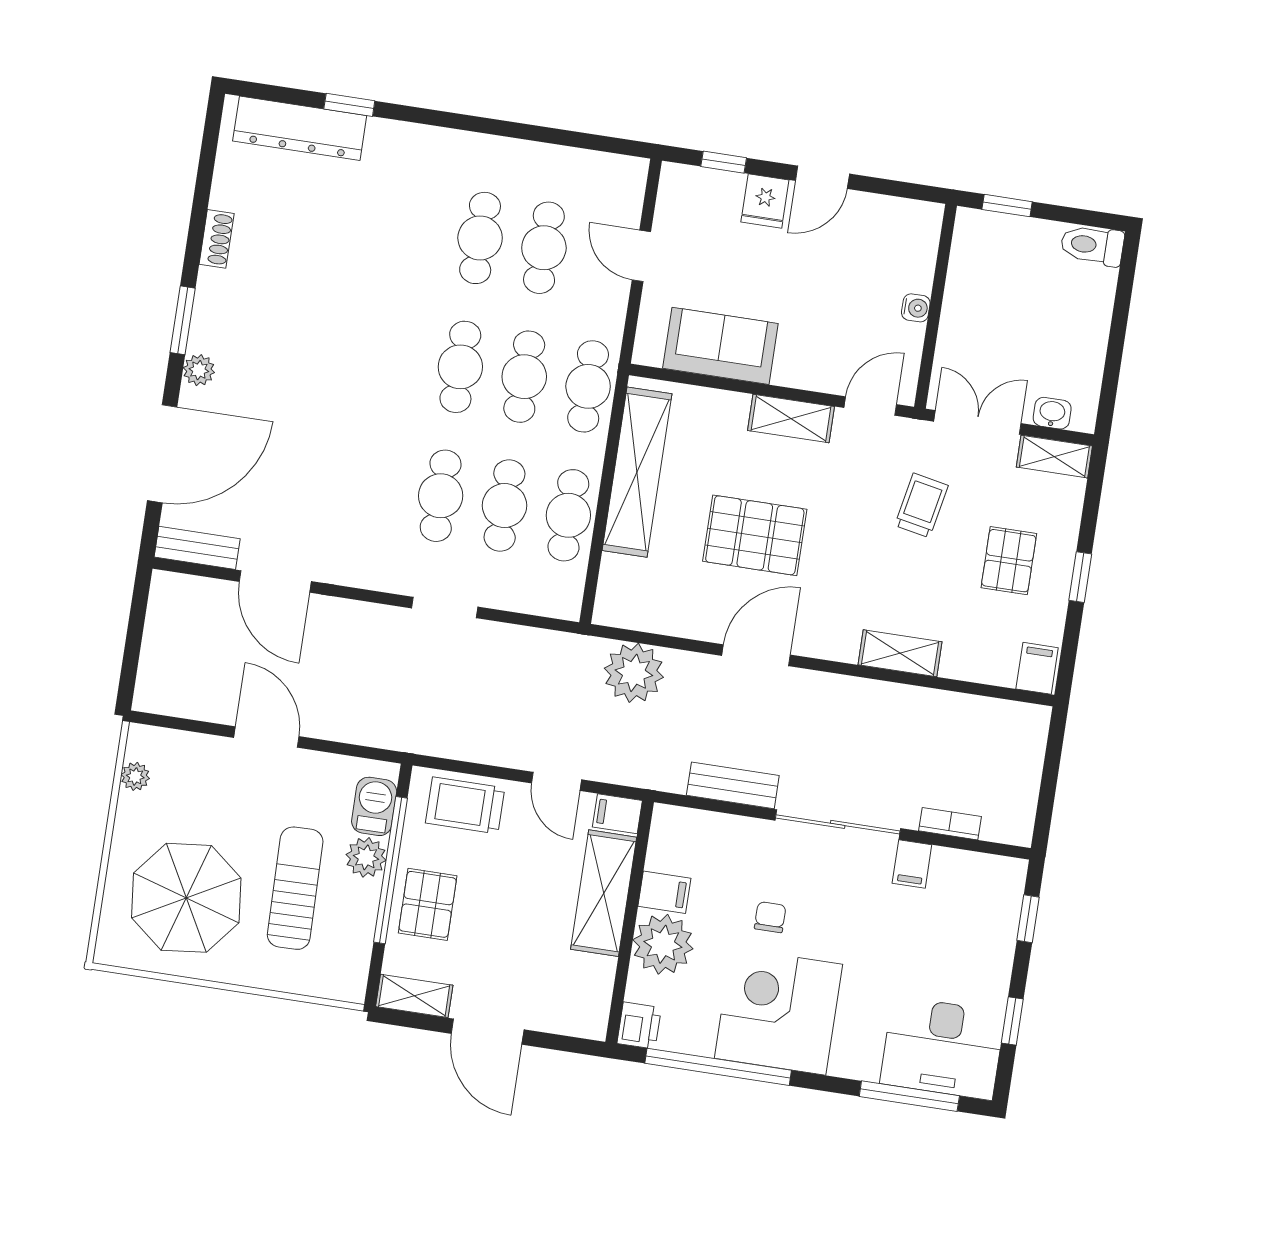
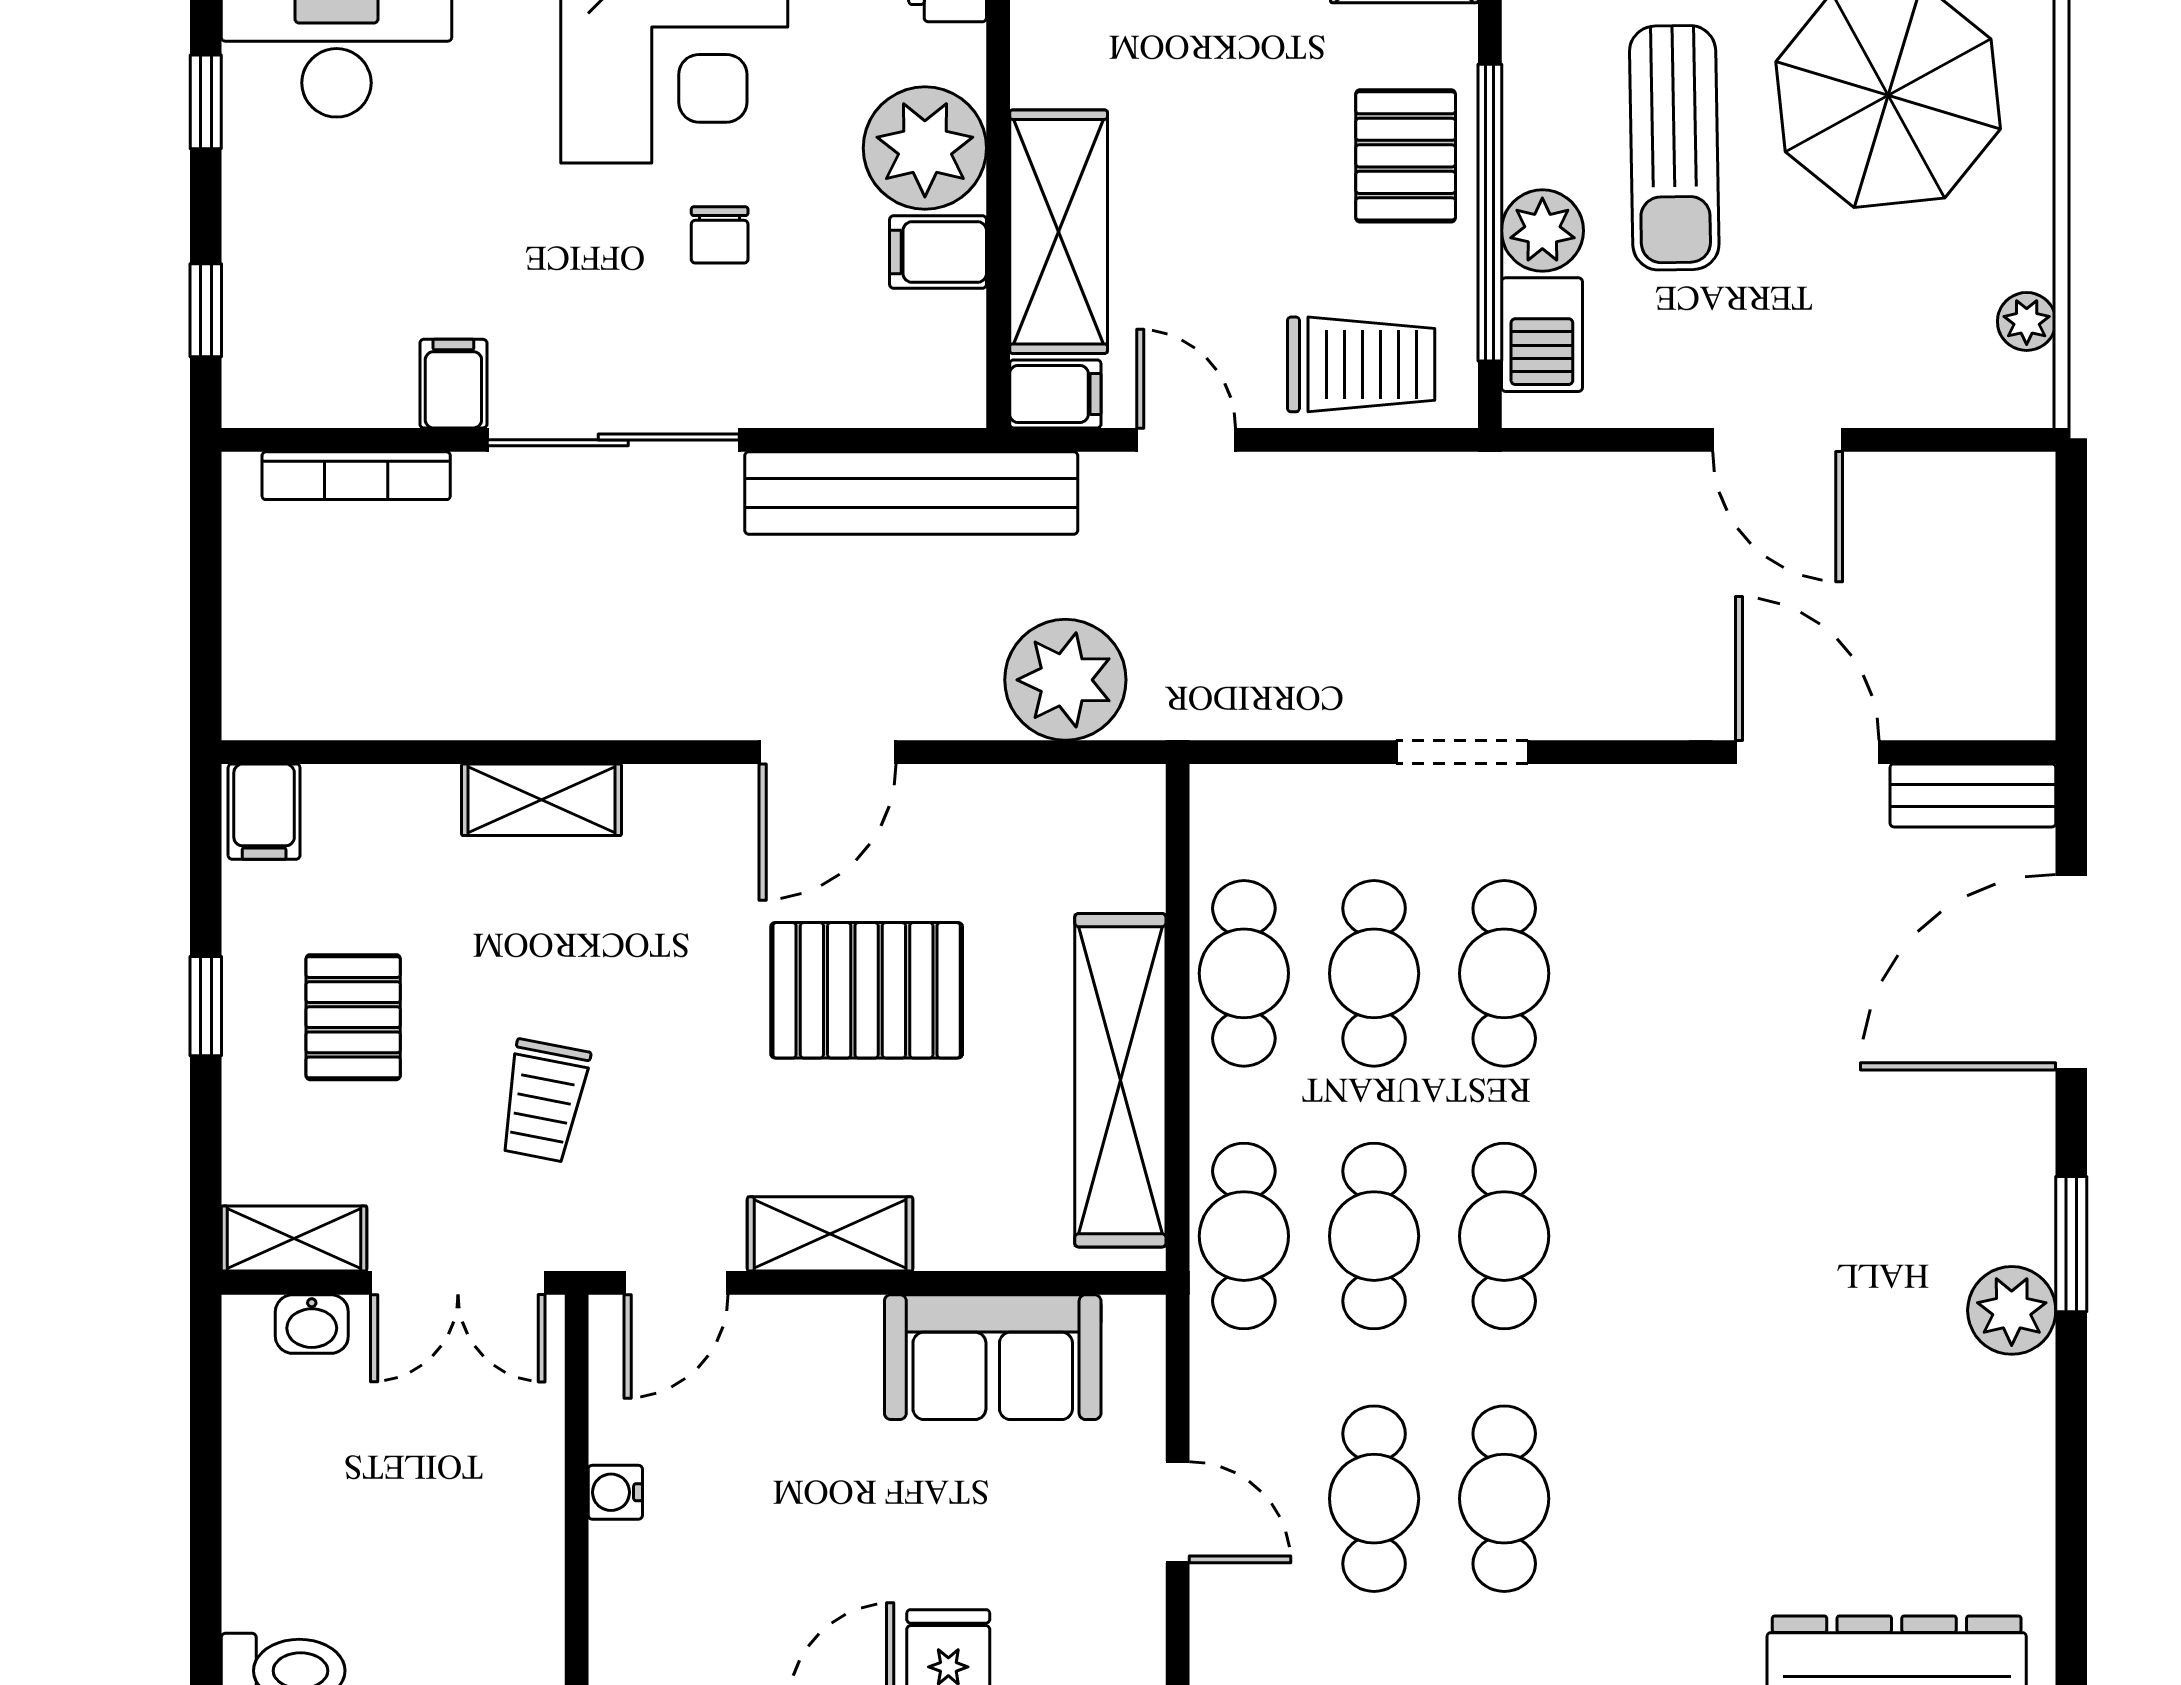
shoe rack: (217, 239) -> (2029, 1417), removed
plant: (199, 370) -> (2012, 1310), moved, width x1.38, depth x1.38
bench: (733, 785) -> (911, 493), width x1.86, depth x1.21
bookcase: (950, 824) -> (356, 476), width x1.56

